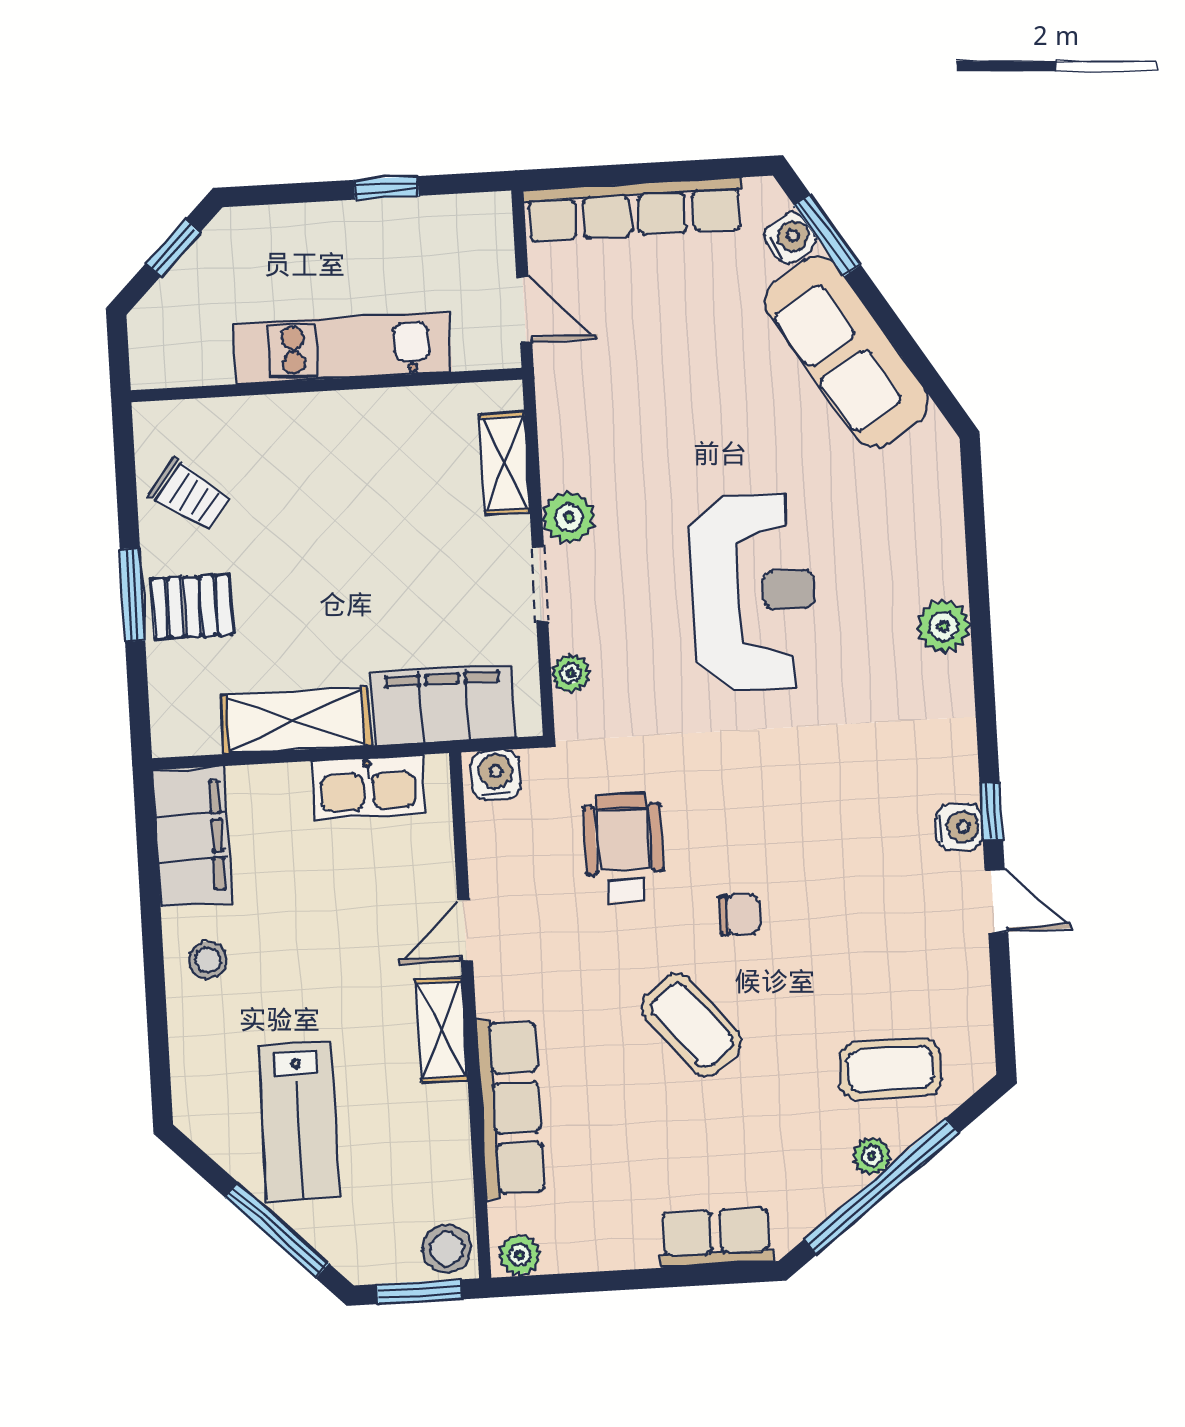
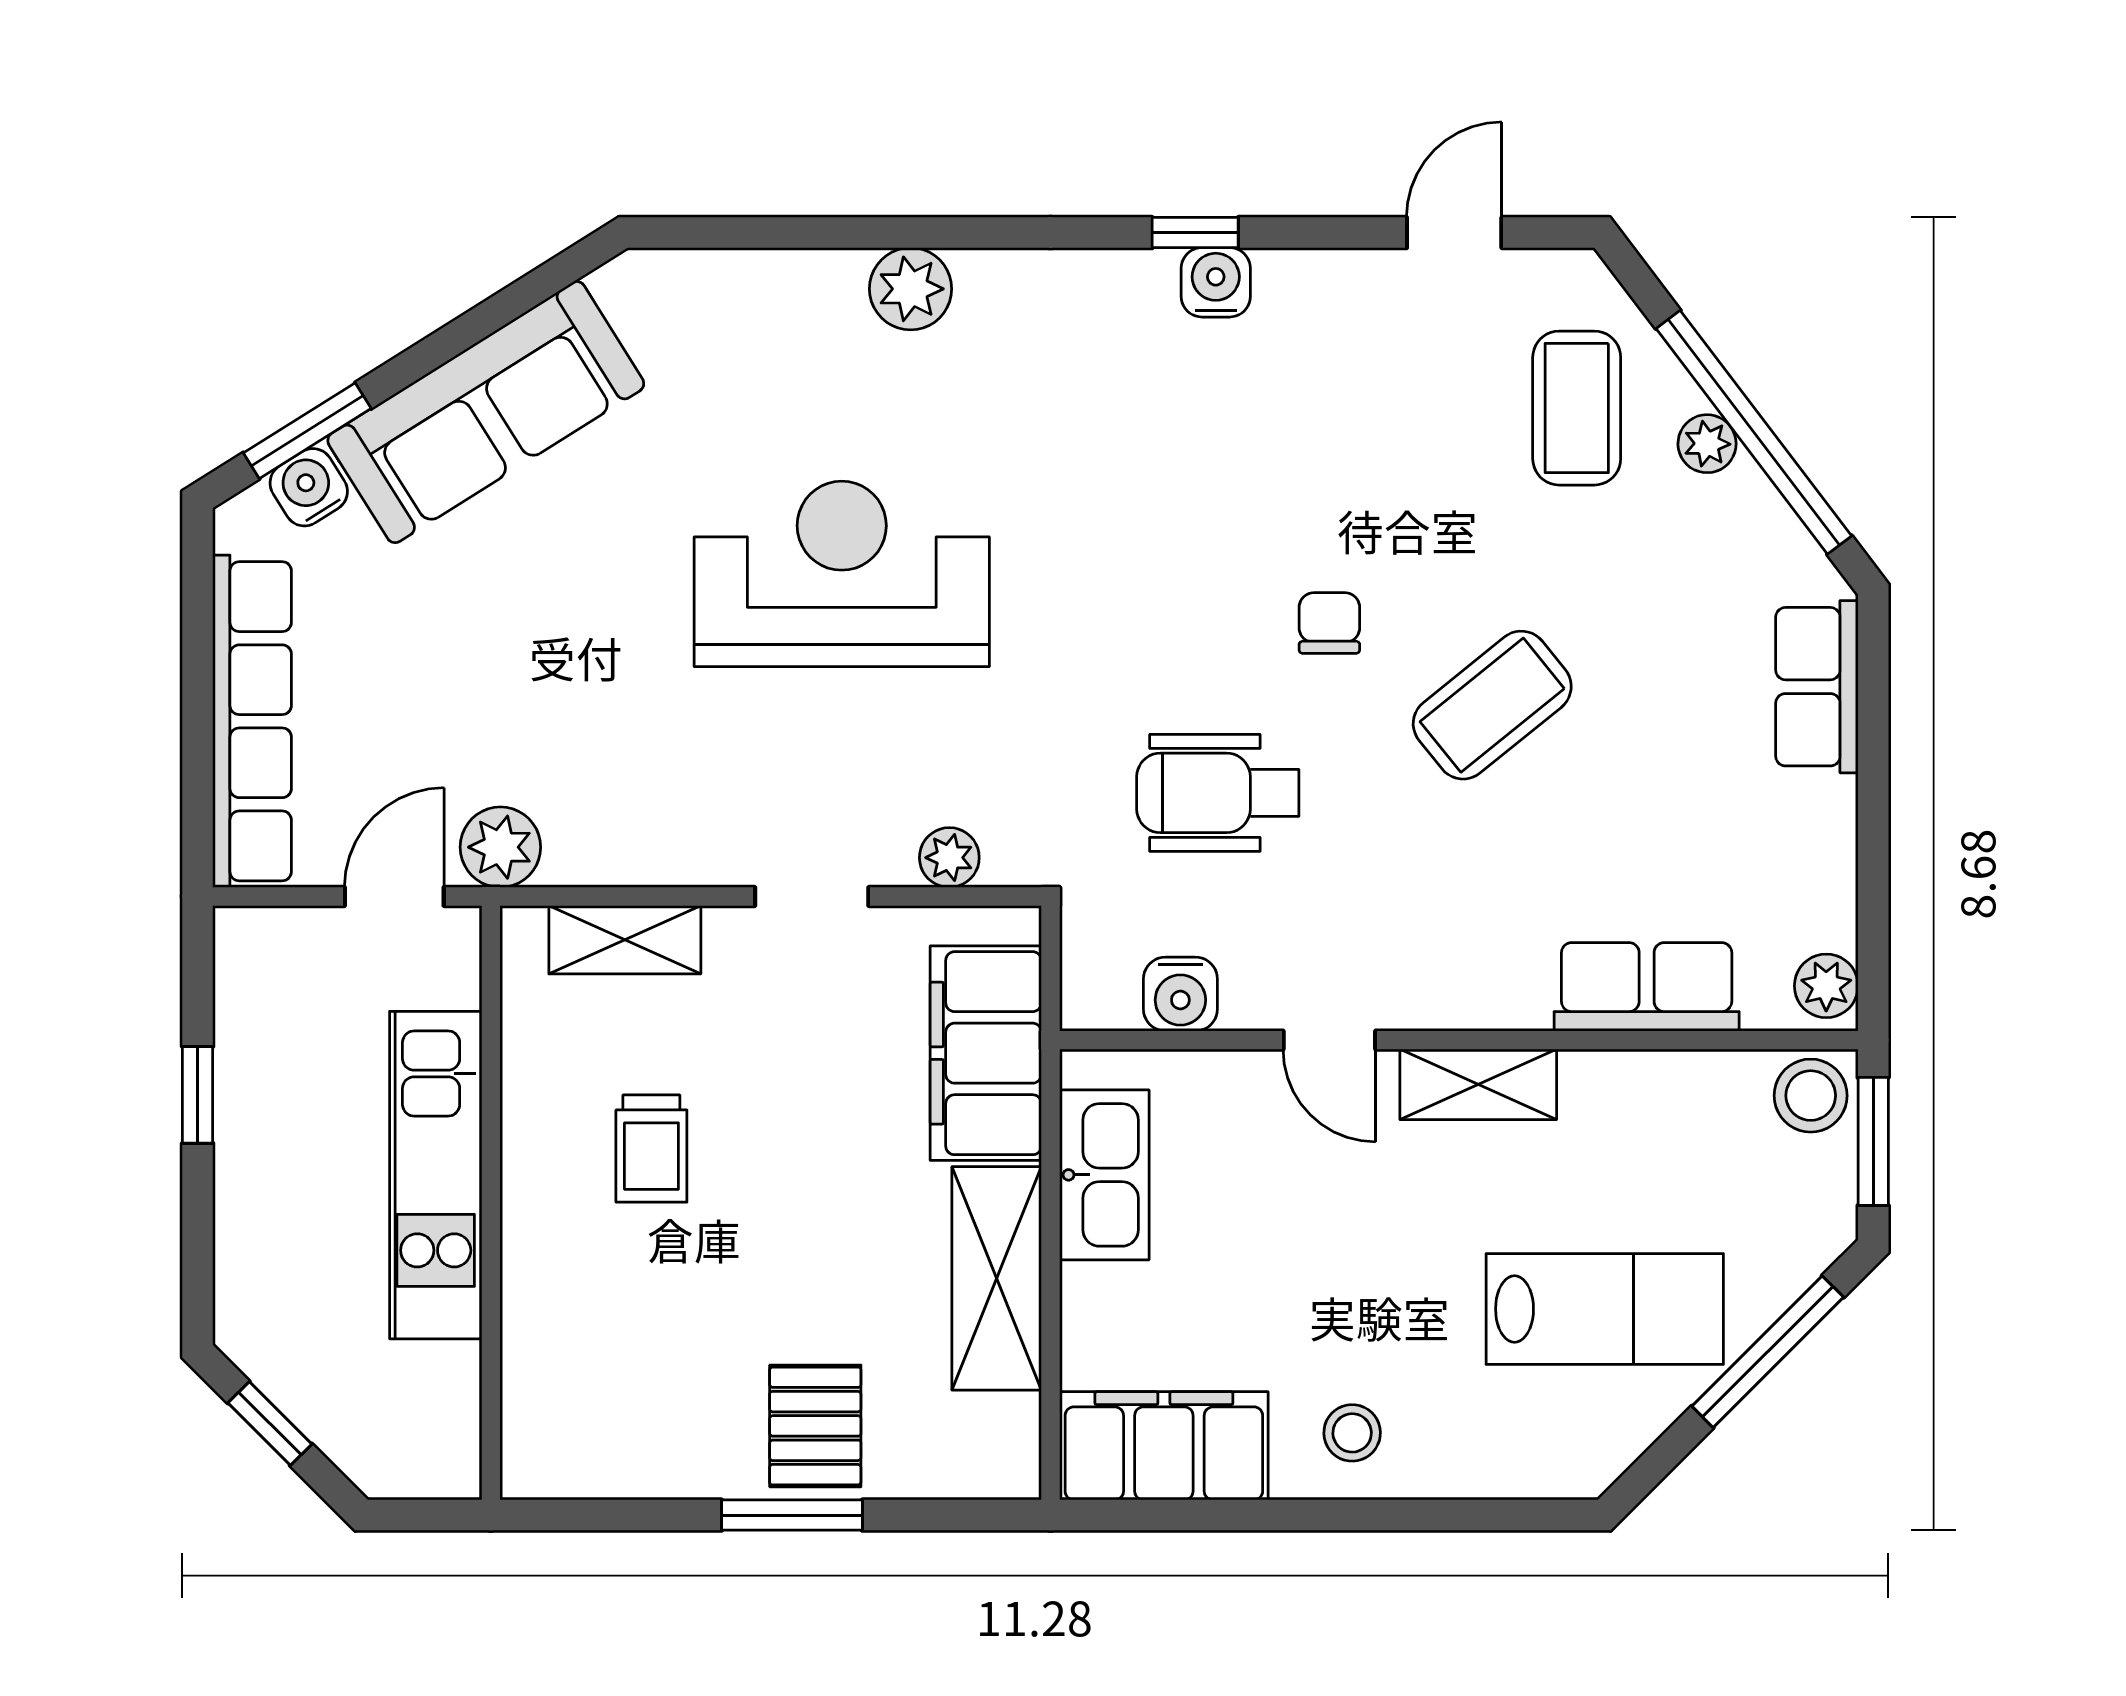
trolley: (190, 495) -> (651, 1149), moved, turned 144
plant: (569, 517) -> (500, 847), moved
water cooler: (496, 775) -> (1180, 994), moved, turned -90
door: (996, 901) -> (1454, 233), moved
row of seats: (511, 1108) -> (1647, 987), width x0.68

